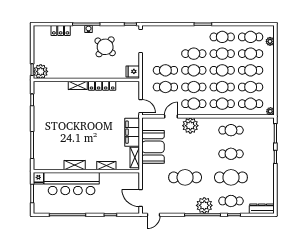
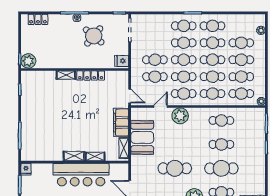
locker: (61, 31) -> (38, 19), moved
cafe table: (251, 37) -> (184, 26), moved
shelving: (75, 165) -> (74, 156), moved
bar counter: (72, 184) -> (81, 175), moved

